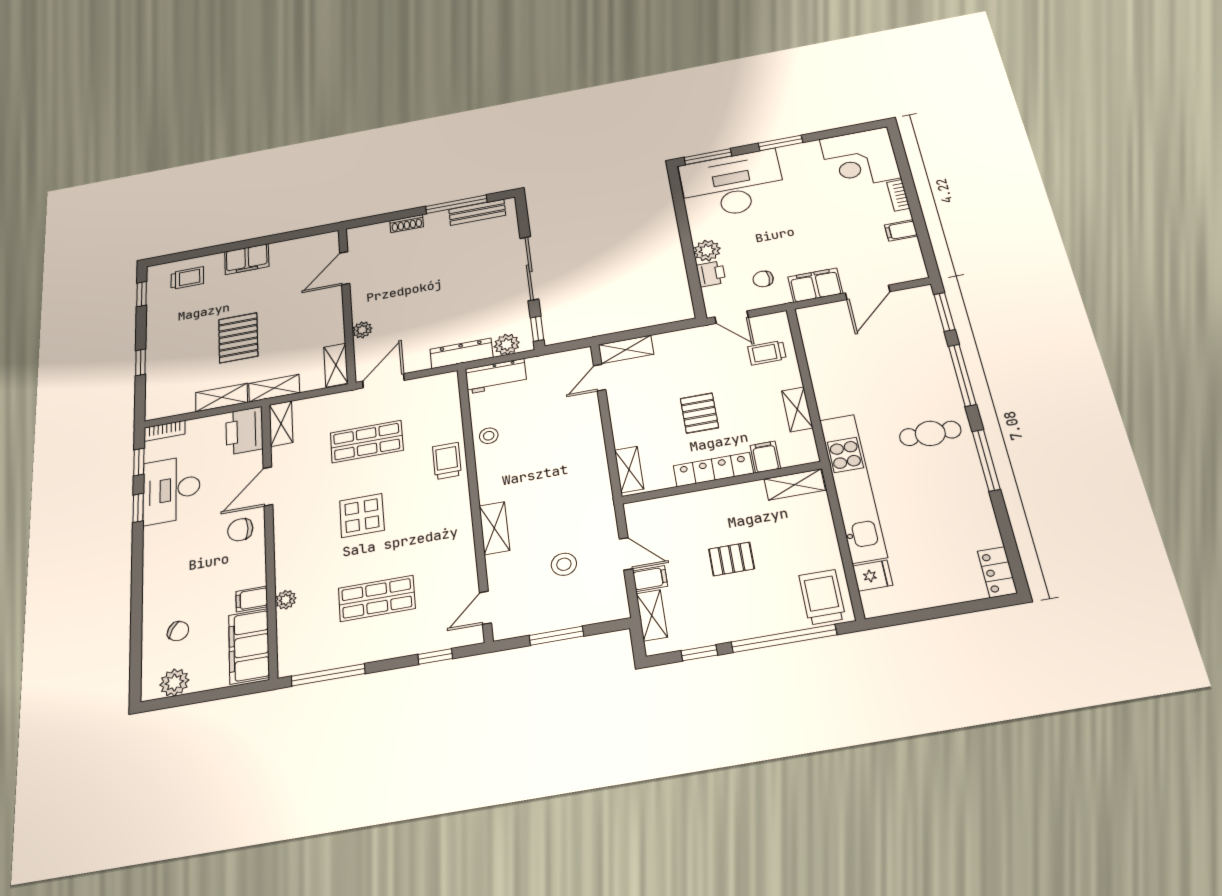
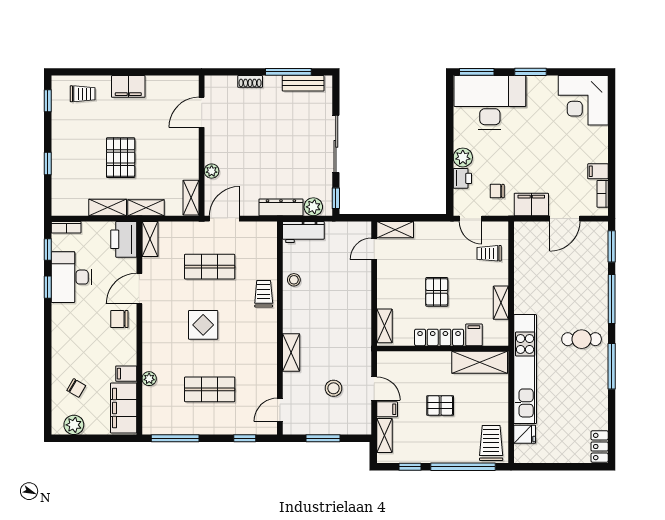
bookcase: (898, 195) -> (603, 194), moved
shelving: (795, 485) -> (480, 362), width x1.50, depth x1.33

